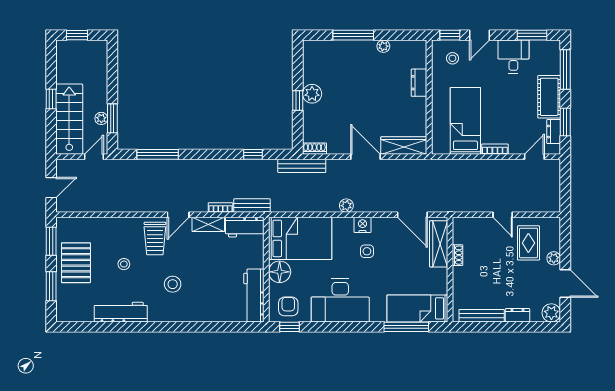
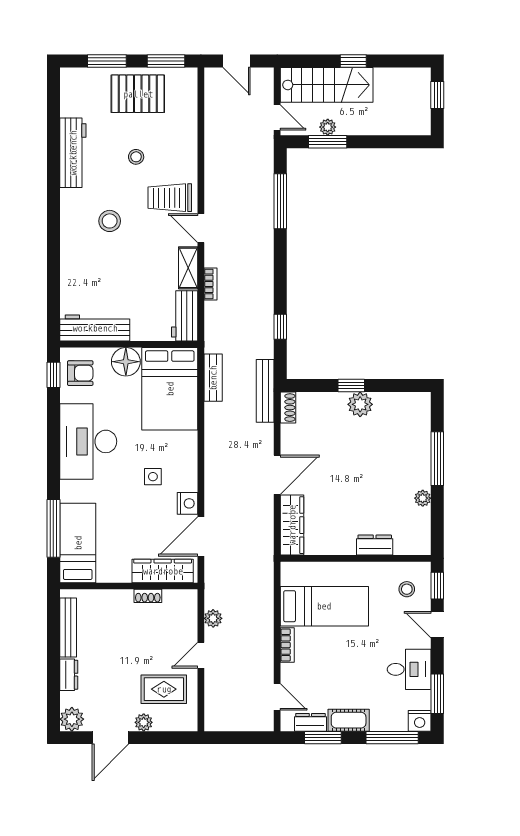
nightstand: (553, 49) -> (420, 721), added
cot: (549, 97) -> (349, 720), width x0.73, depth x0.75
bench: (252, 206) -> (213, 378), moved
plant: (346, 206) -> (213, 618), moved
nightstand: (363, 225) -> (188, 503), moved

